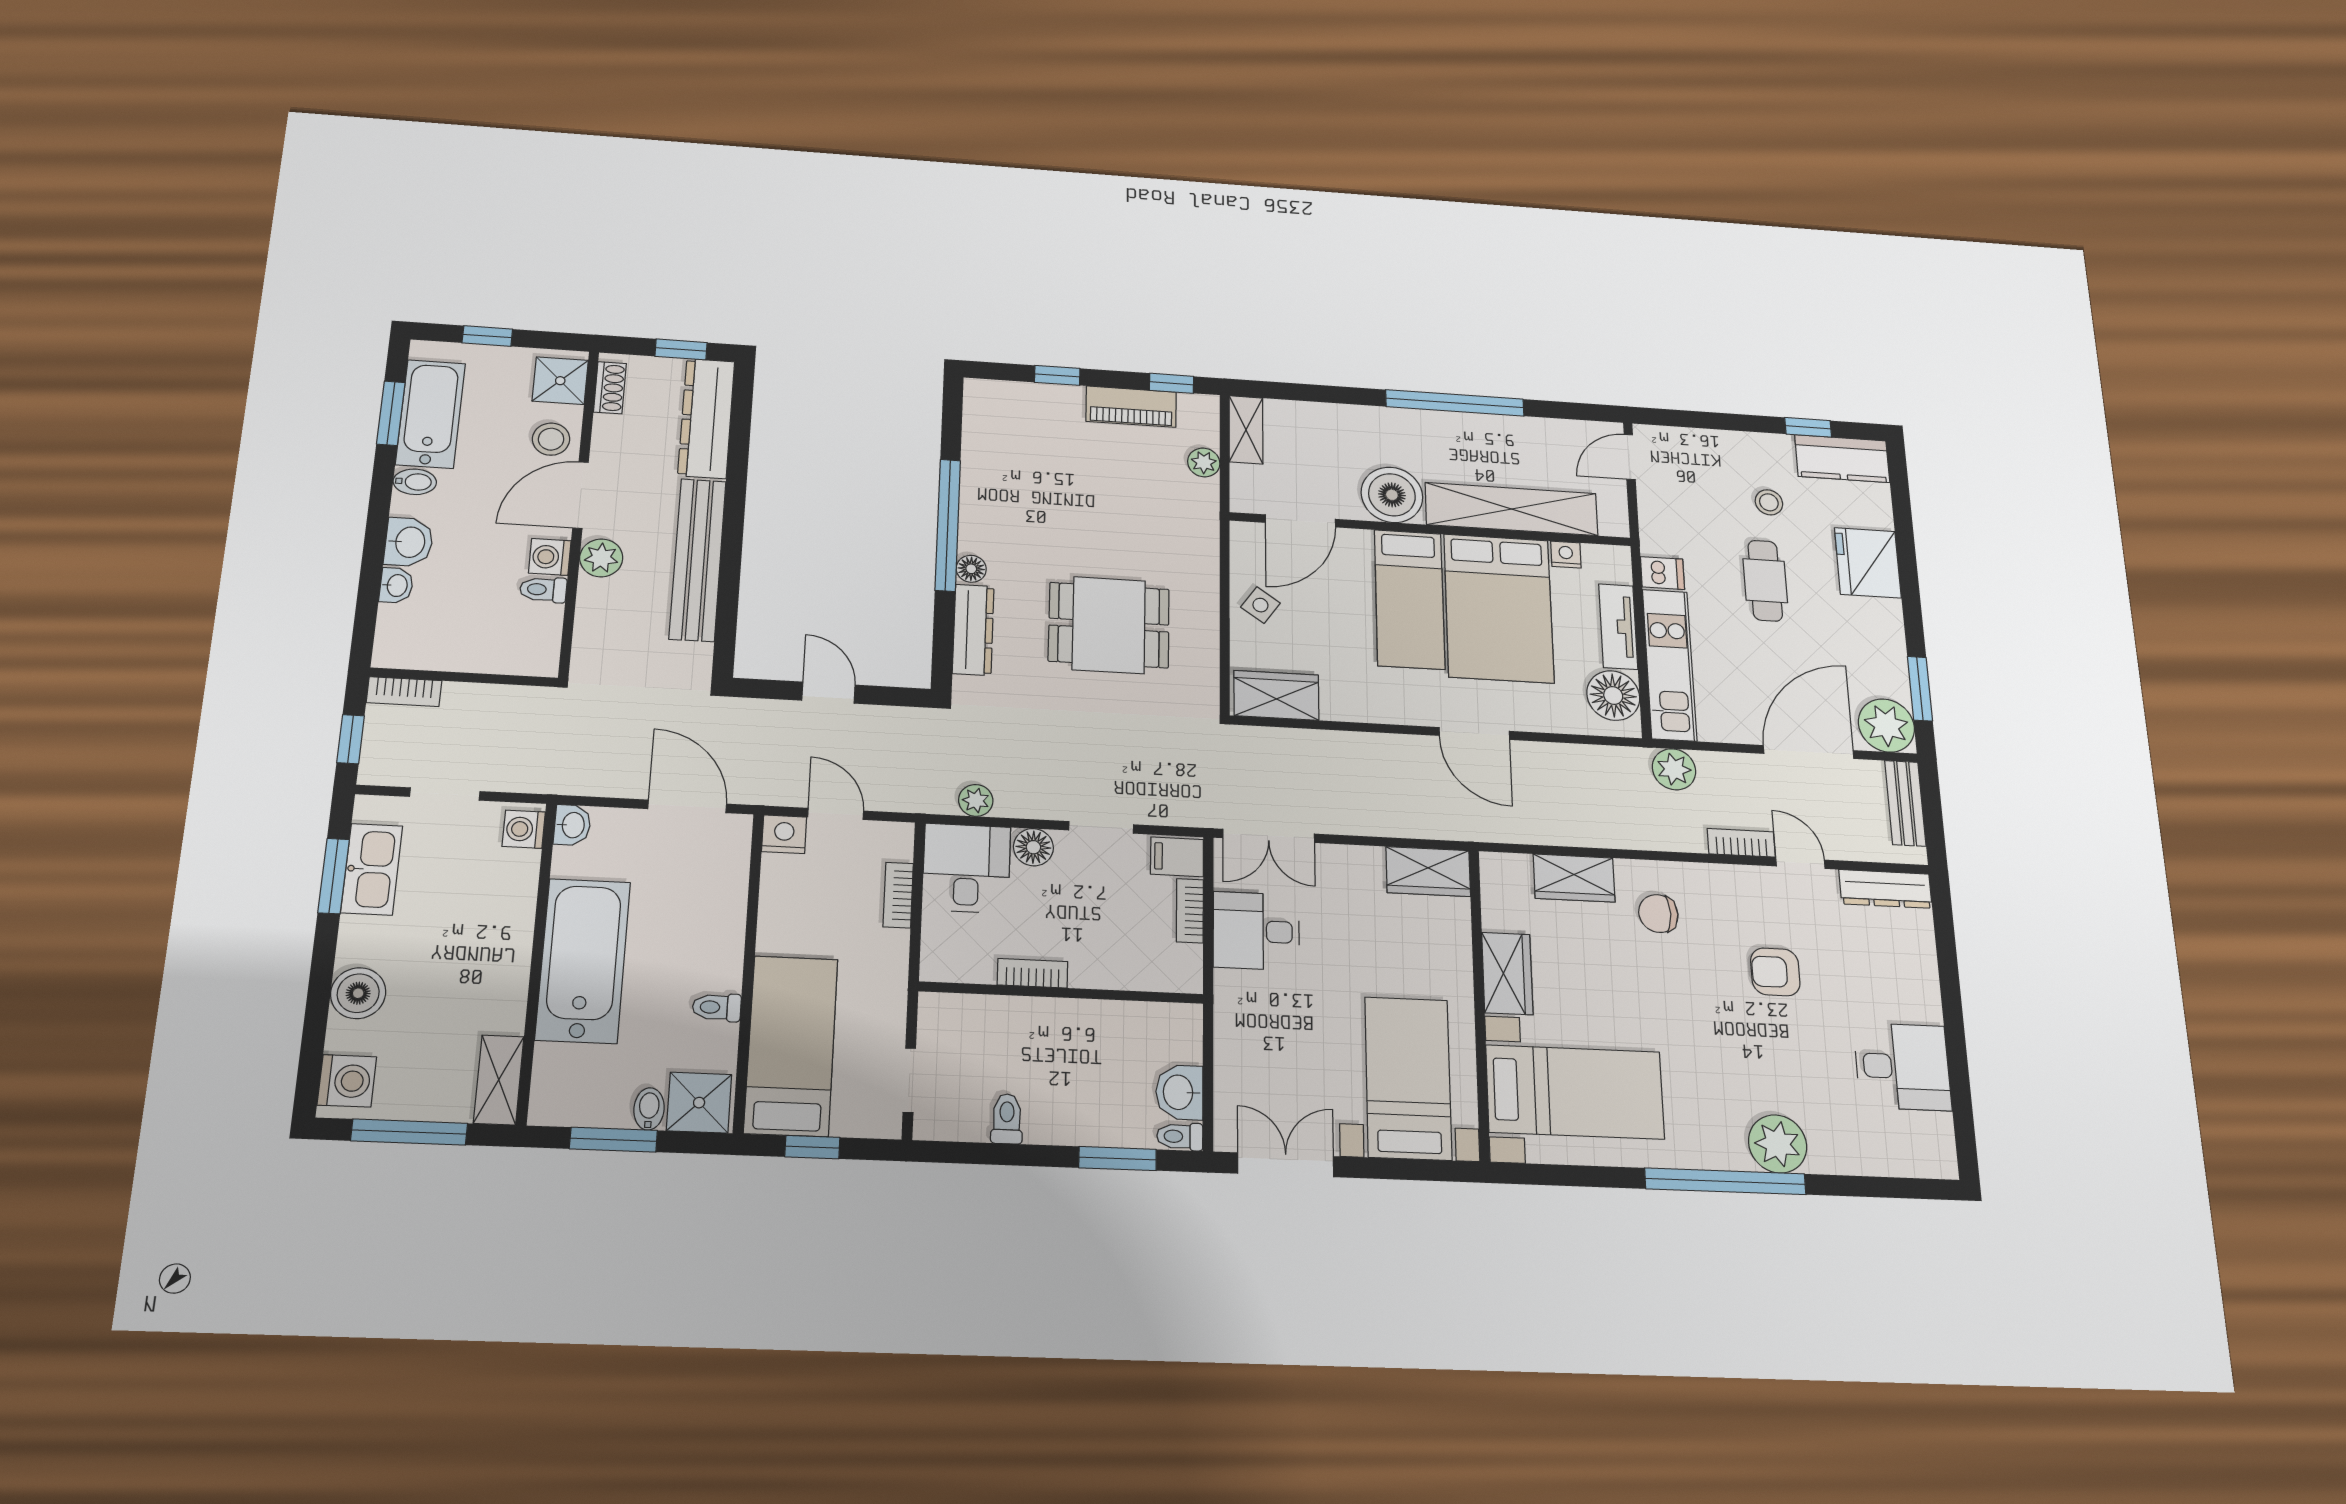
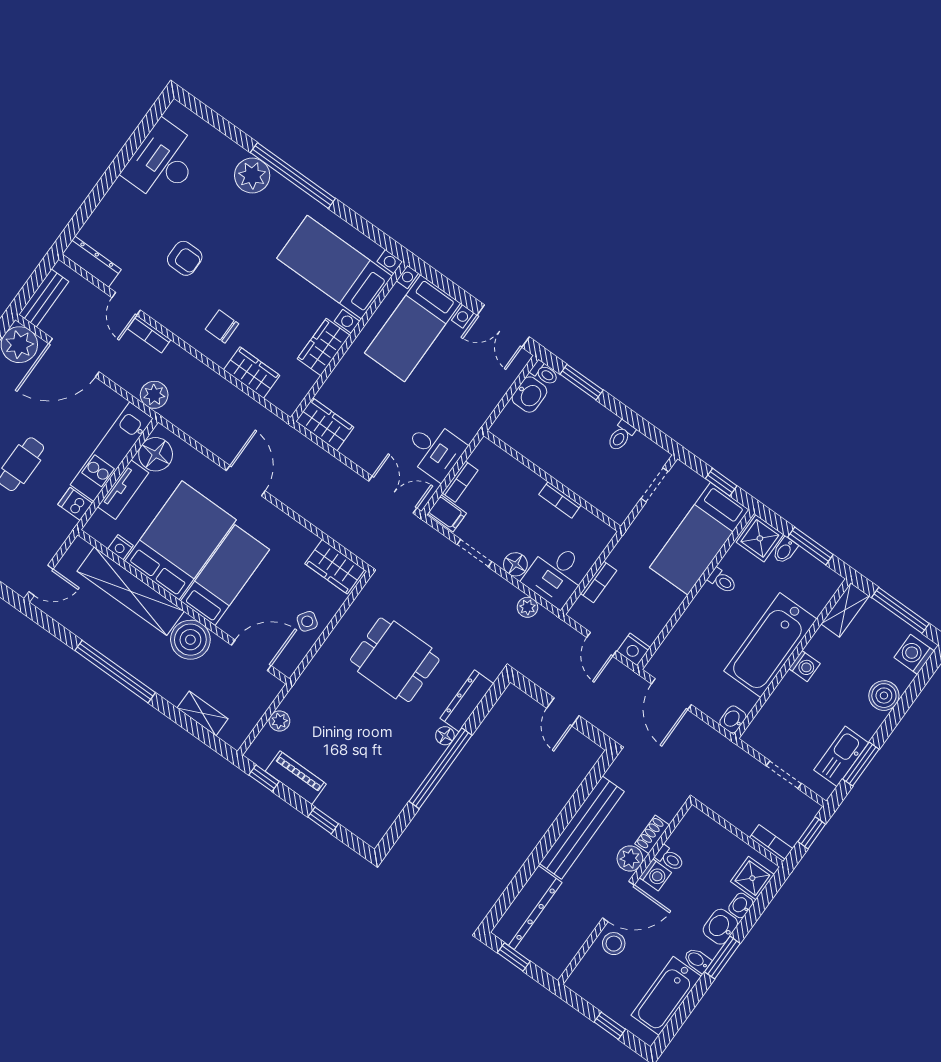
shower: (560, 381) -> (752, 878), moved
shoe rack: (610, 388) -> (652, 834), moved
window: (391, 413) -> (722, 958), moved
shelving: (1246, 430) -> (203, 713), moved, turned 90
washing machine: (524, 829) -> (804, 666), moved
chair: (1658, 914) -> (222, 327), turned 180
desk: (1902, 1067) -> (163, 162), width x1.37

